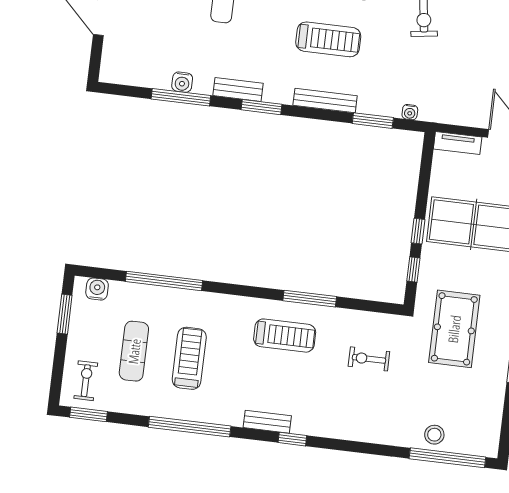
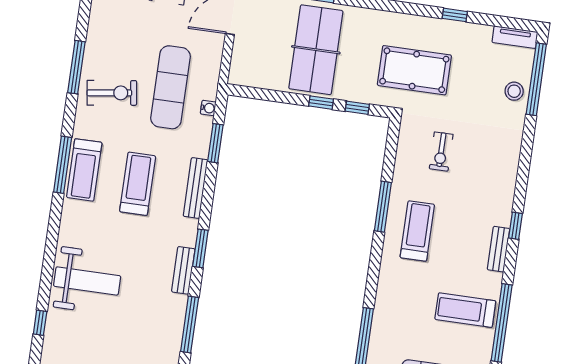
exercise mat: (431, 72) -> (171, 87), added
water cooler: (182, 82) -> (175, 323), removed
tv unit: (458, 143) -> (515, 37), moved, turned 90
treadmill: (189, 358) -> (465, 310), moved

